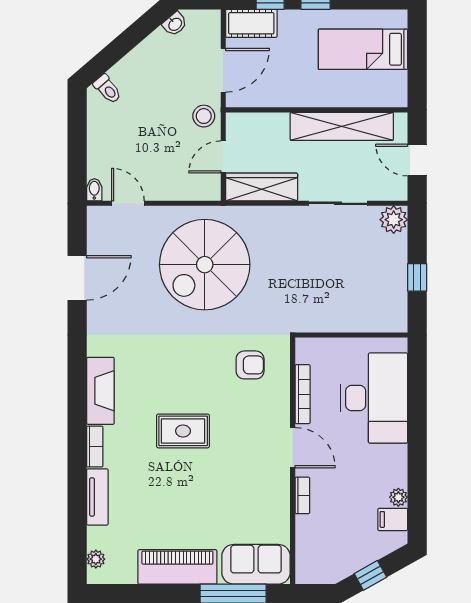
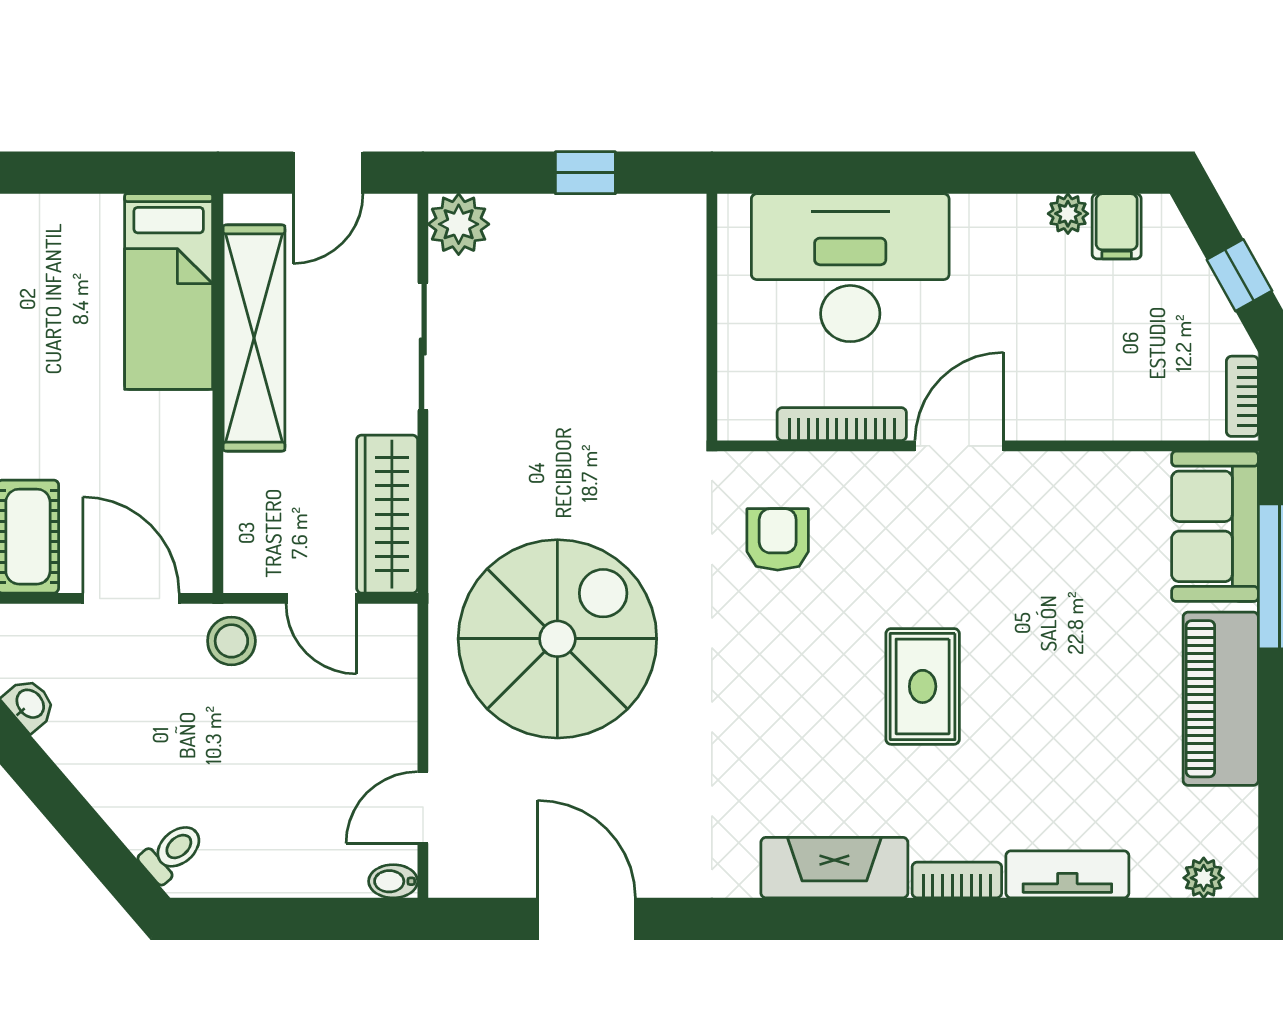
bed: (363, 49) -> (169, 292), moved
spiral stairs: (205, 265) -> (557, 639), turned -90
bookcase: (302, 495) -> (1242, 396), moved, turned -90

